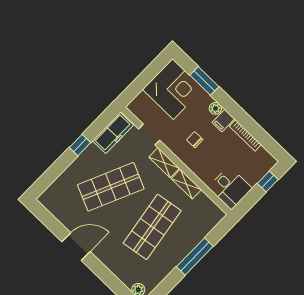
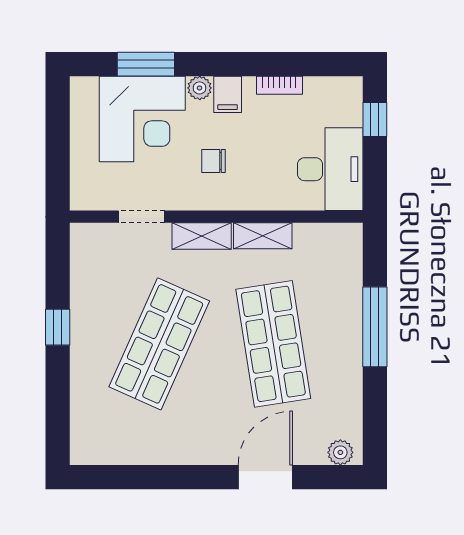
corner desk: (173, 89) -> (142, 119), moved, turned 90
freezer: (113, 133) -> (88, 265), removed
bookcase: (245, 136) -> (279, 85), width x0.64
desk: (230, 188) -> (330, 169), width x1.37
door: (76, 247) -> (265, 477), moved

